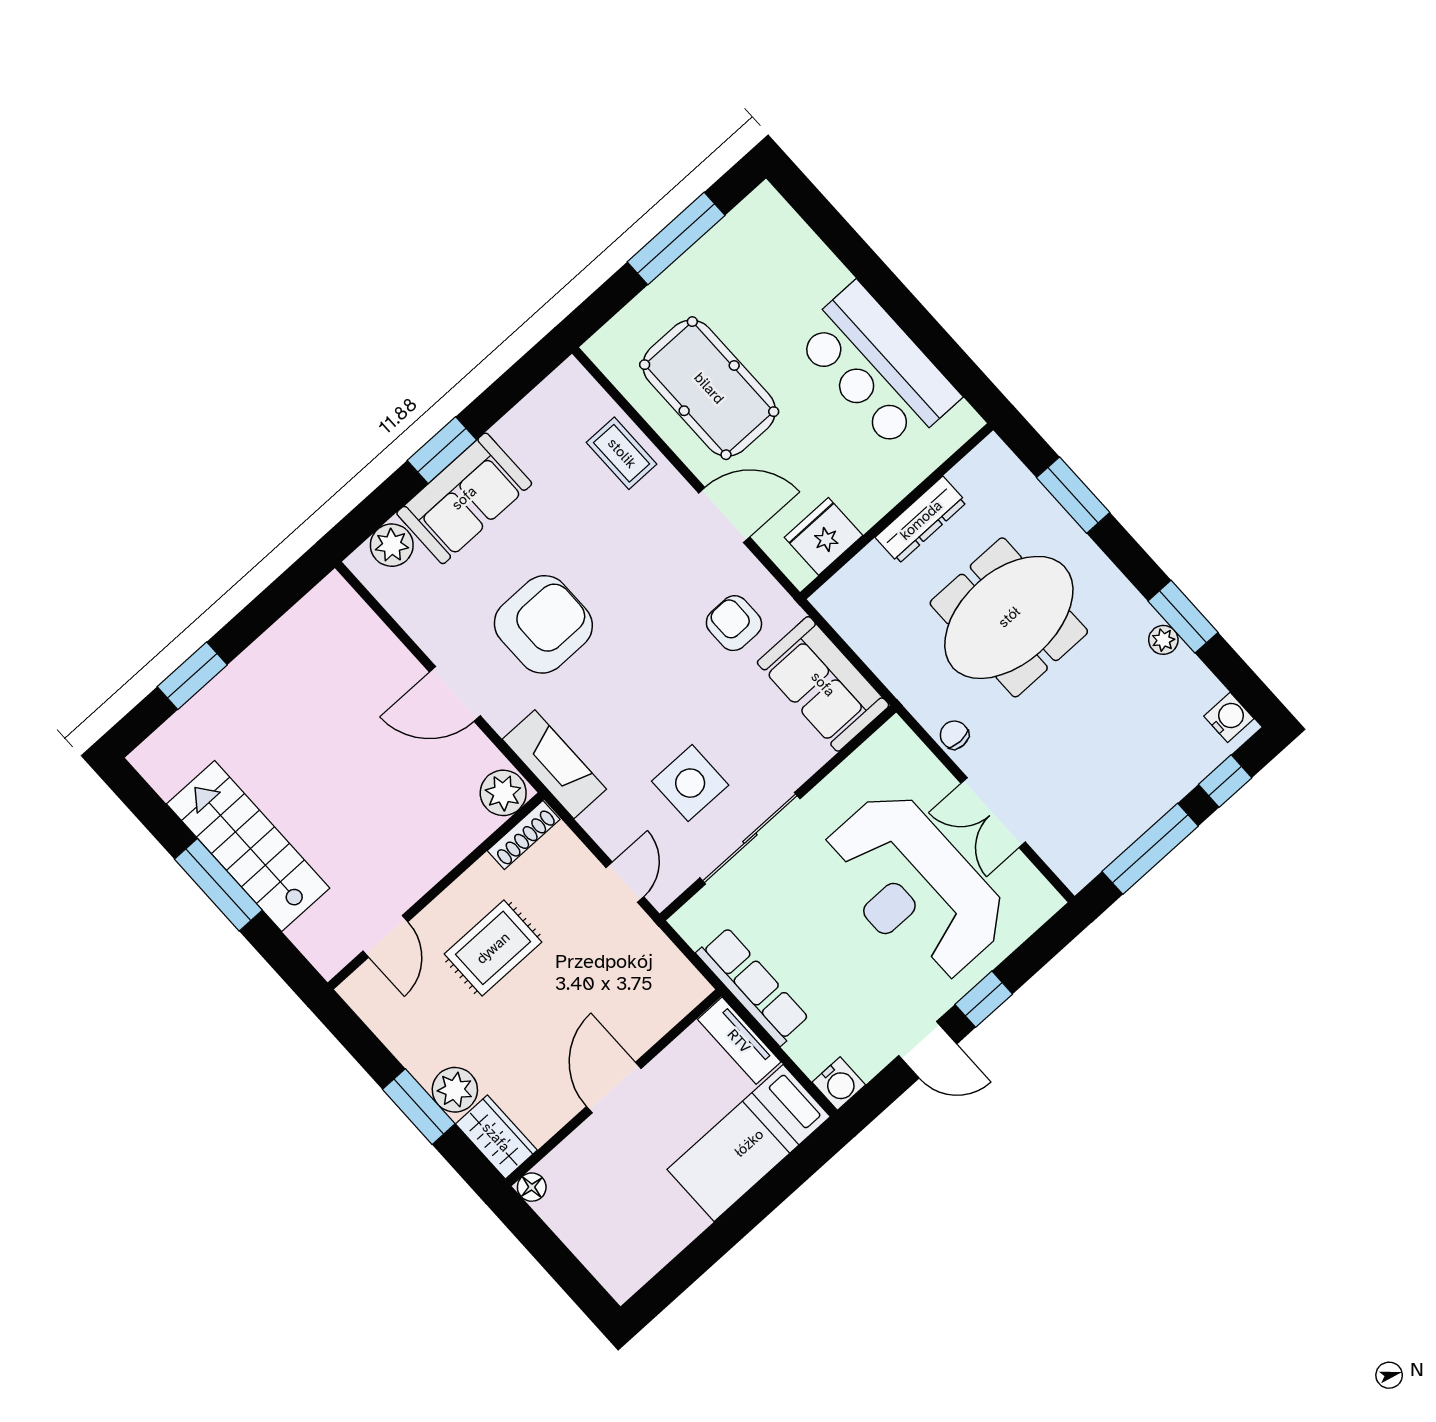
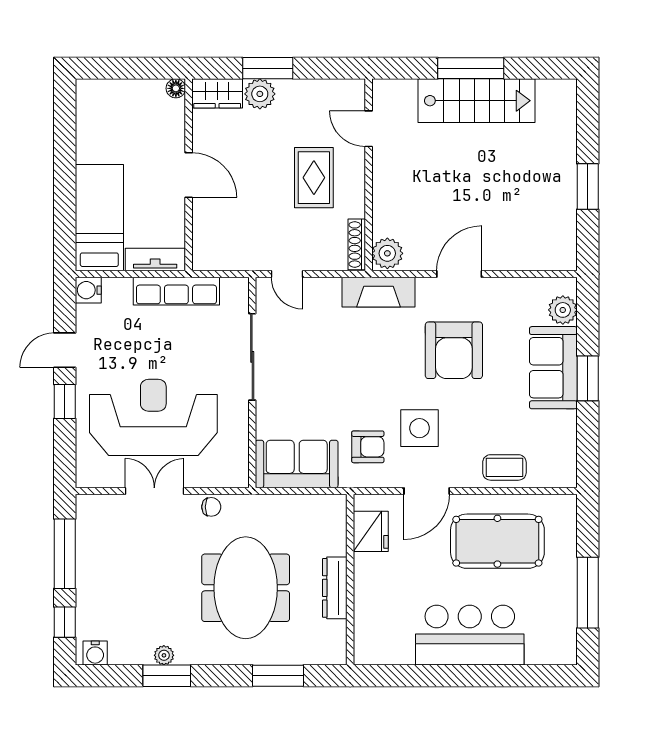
bar counter: (877, 367) -> (470, 635), moved
window: (192, 676) -> (588, 186), moved
side table: (690, 783) -> (419, 428), moved

